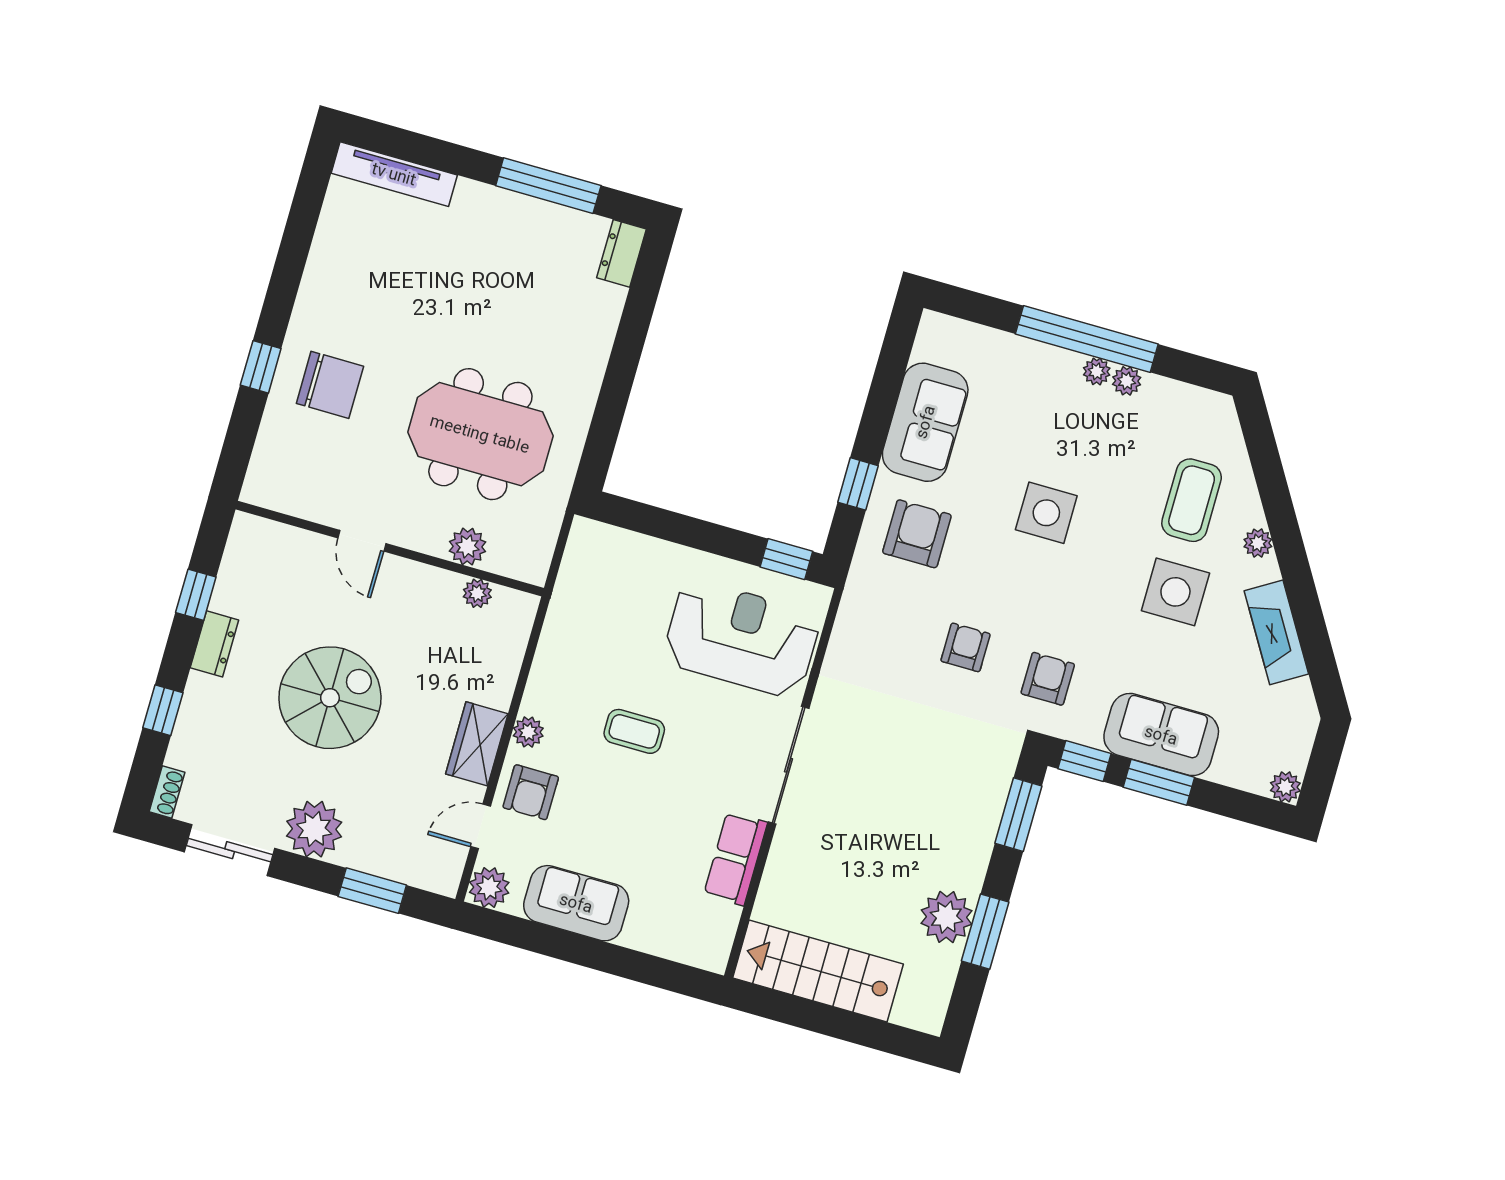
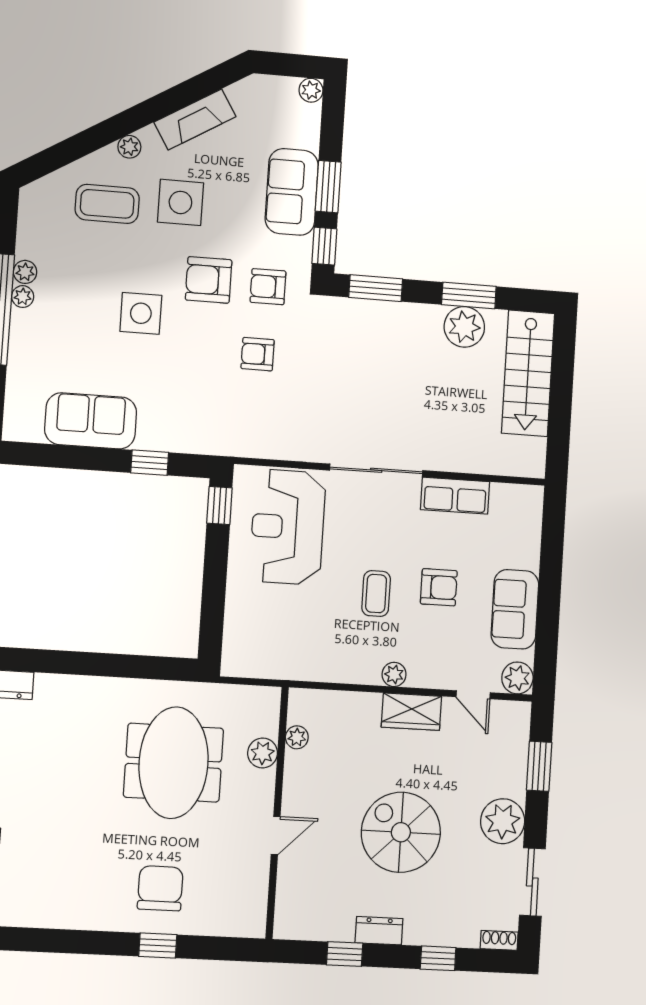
armchair: (917, 534) -> (209, 280), moved
armchair: (531, 792) -> (439, 587), moved
stairs: (818, 971) -> (528, 373), moved

